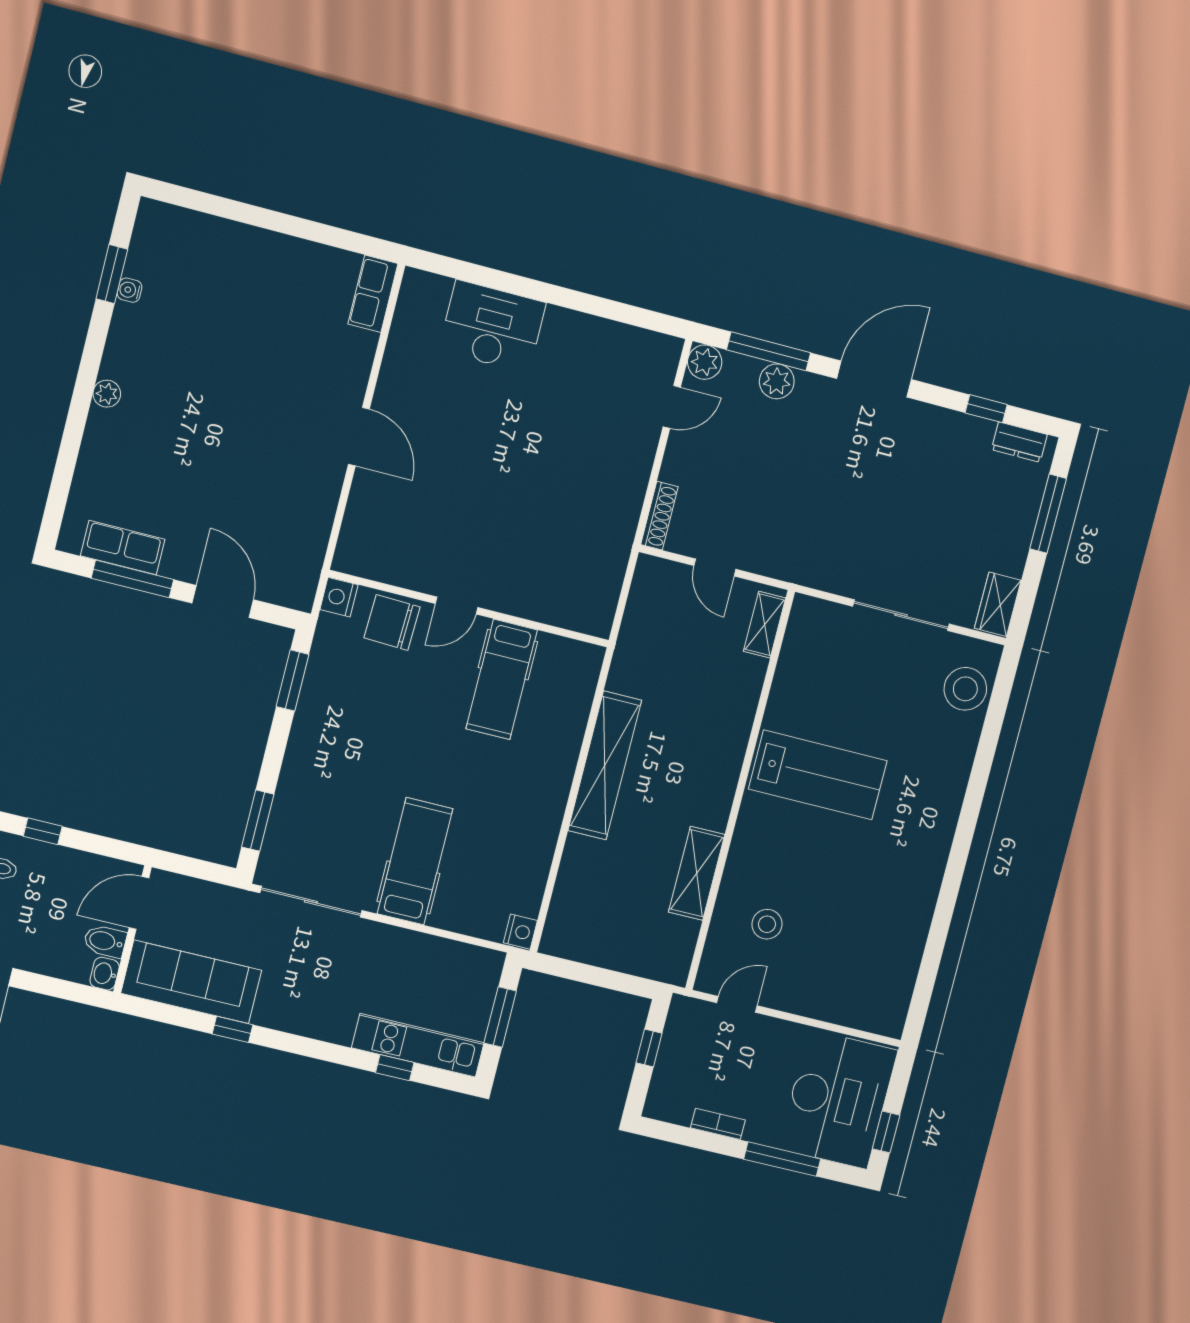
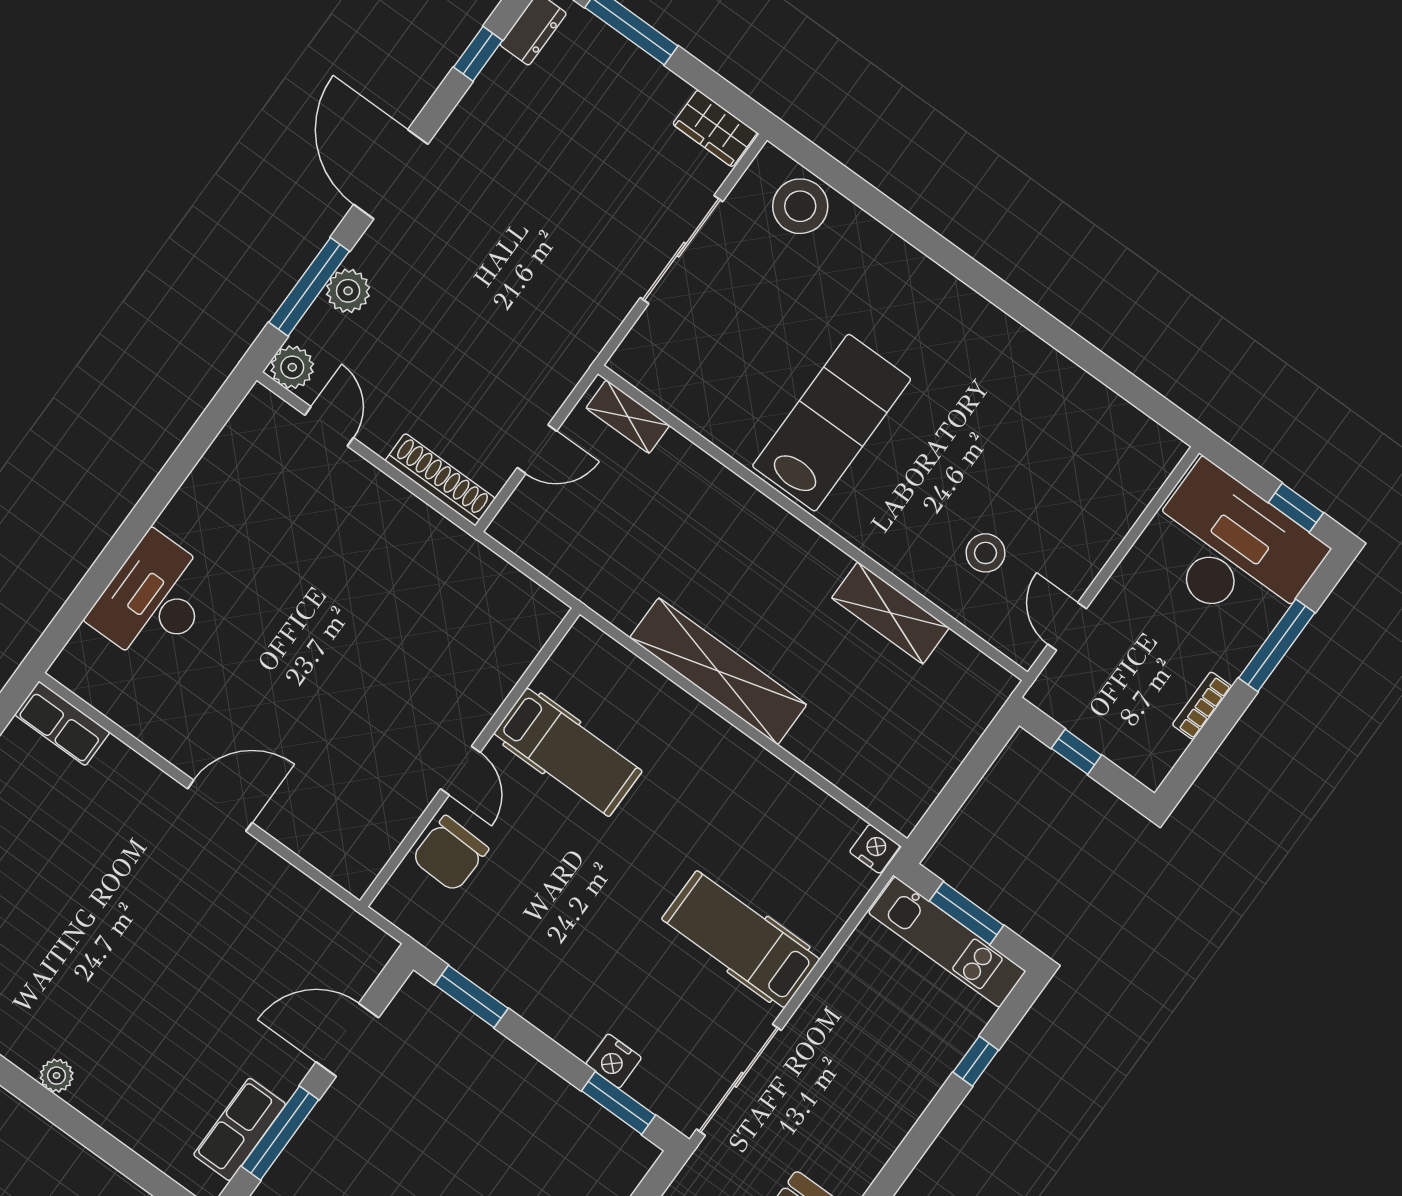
shoe rack: (659, 516) -> (440, 479), width x1.36, depth x1.24
nightstand: (339, 597) -> (614, 1061), moved
kitchen unit: (418, 1045) -> (947, 942), moved, turned -90

